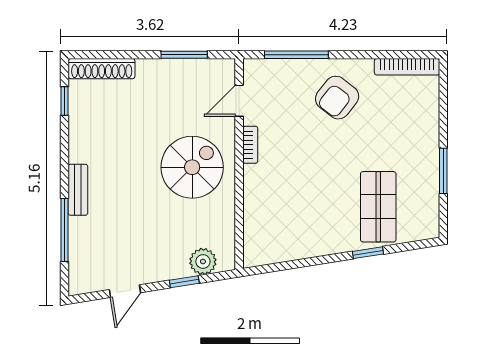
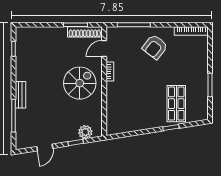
shoe rack: (102, 69) -> (85, 32), moved

